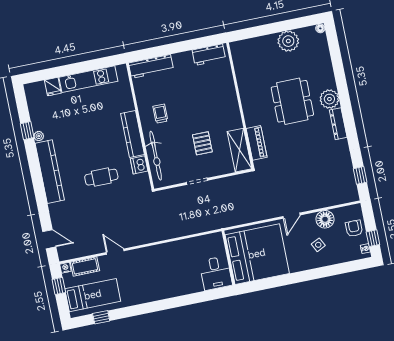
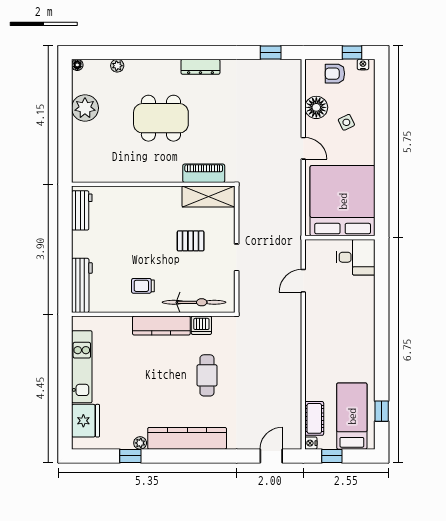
fridge: (53, 87) -> (86, 421), width x1.88, depth x1.34
plant: (329, 99) -> (117, 66), moved, width x0.53, depth x0.53
door: (115, 252) -> (303, 281), moved

